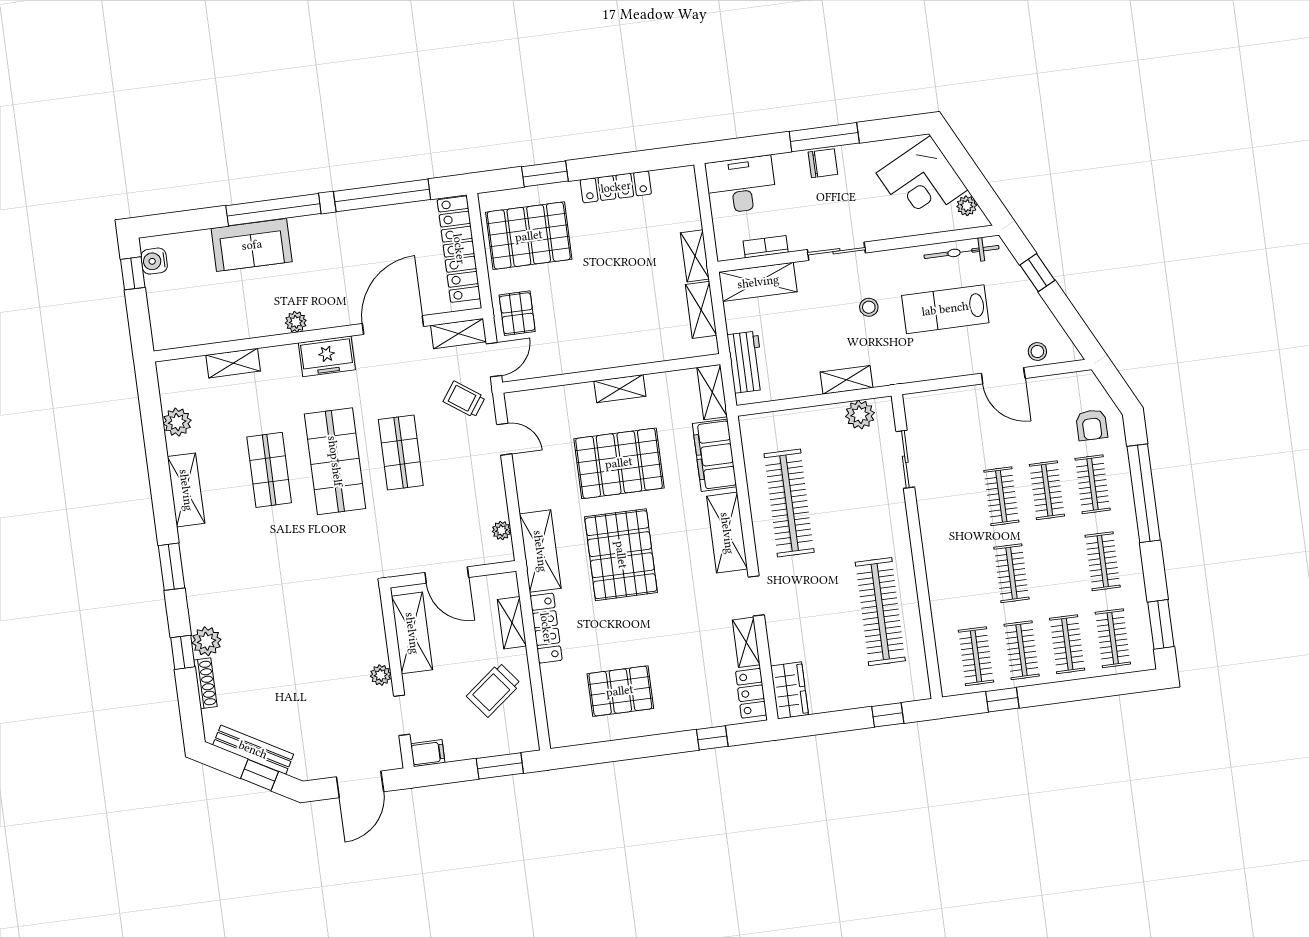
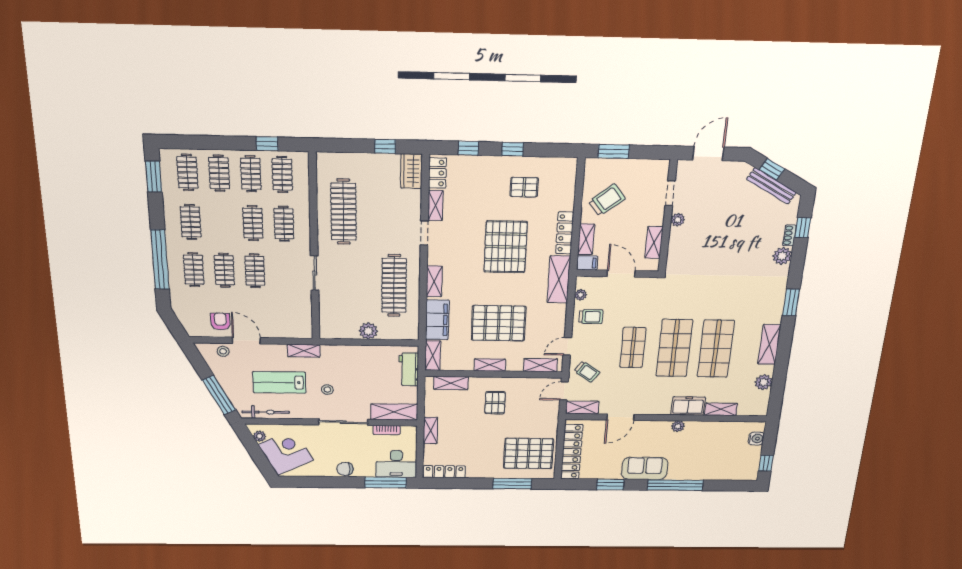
window: (824, 137) -> (386, 483), moved
window: (545, 174) -> (512, 484), width x1.44
locker: (616, 187) -> (444, 472), moved
window: (382, 195) -> (610, 485), width x0.47
sofa: (252, 245) -> (645, 468), moved
sliding door: (836, 251) -> (343, 422), width x1.37
water cooler: (154, 261) -> (756, 438), moved
window: (1037, 273) -> (219, 395), width x2.17
lab bench: (945, 309) -> (279, 382), turned 180
shelving: (701, 310) -> (451, 383), moved, turned 90
pallet: (517, 313) -> (495, 403), moved
door: (393, 325) -> (620, 417), width x0.73
freezer: (327, 356) -> (688, 406), moved
shelving: (847, 380) -> (304, 351), moved
shelving: (540, 400) -> (540, 365), added
plant: (860, 415) -> (368, 331), moved
armchair: (1092, 425) -> (220, 321), moved
door: (504, 439) -> (567, 346), hinge flipped
sliding door: (905, 459) -> (315, 273), moved
shop shelf: (269, 470) -> (716, 349), width x1.43, depth x1.36
trolley: (478, 496) -> (591, 317), added
shelving: (727, 533) -> (434, 281), width x0.67, depth x0.75
pallet: (621, 555) -> (506, 247), moved
clothes rail: (966, 579) -> (284, 224), added
shelving: (412, 633) -> (654, 242), width x0.67, depth x0.75
window: (183, 652) -> (803, 228), moved
shoe rack: (206, 683) -> (789, 235), width x0.70
pallet: (620, 691) -> (524, 187), width x0.67, depth x0.71
window: (888, 715) -> (385, 146), moved
window: (648, 746) -> (513, 149), added
filing cabinet: (428, 753) -> (587, 263), moved, turned 180

